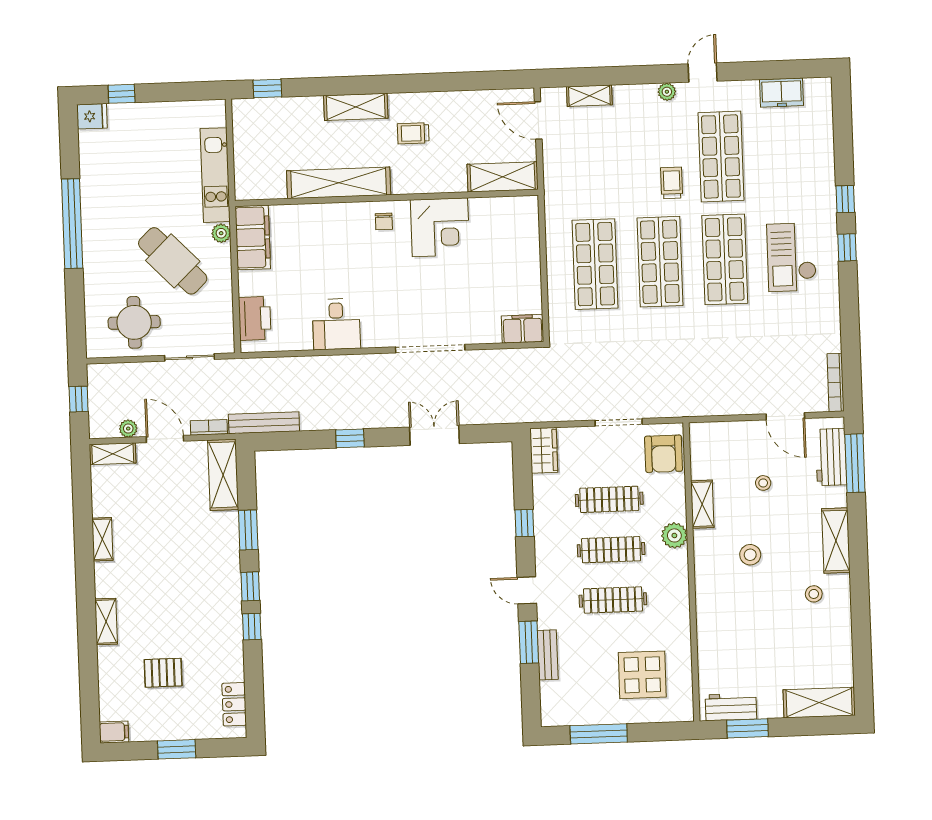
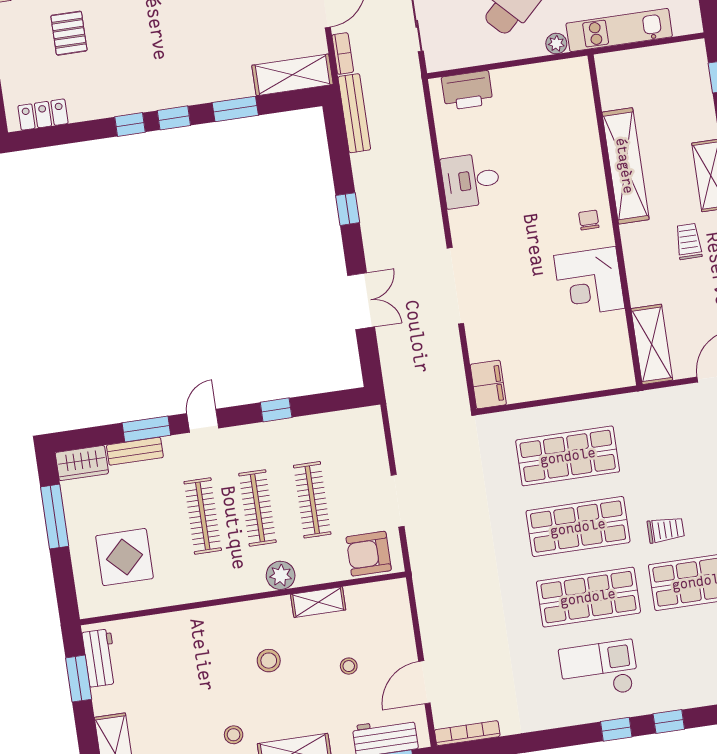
chair: (384, 221) -> (589, 220), turned 90
filing cabinet: (253, 237) -> (555, 79), removed
wardrobe: (544, 450) -> (82, 463), moved

